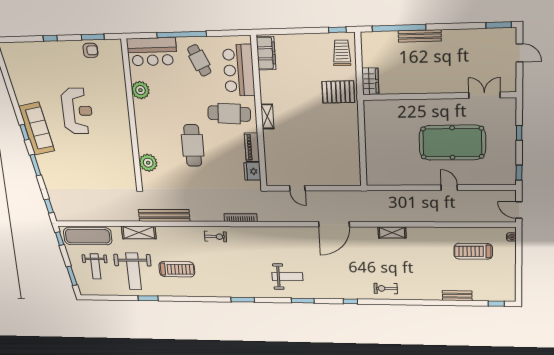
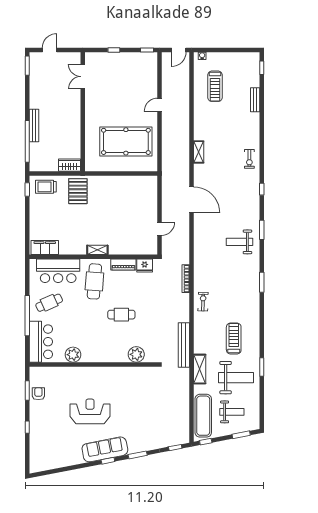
pool table: (452, 143) -> (126, 141), moved, turned 90
cafe table: (193, 145) -> (121, 315), width x0.73, depth x0.74
weight bench: (287, 277) -> (240, 242), turned -90

